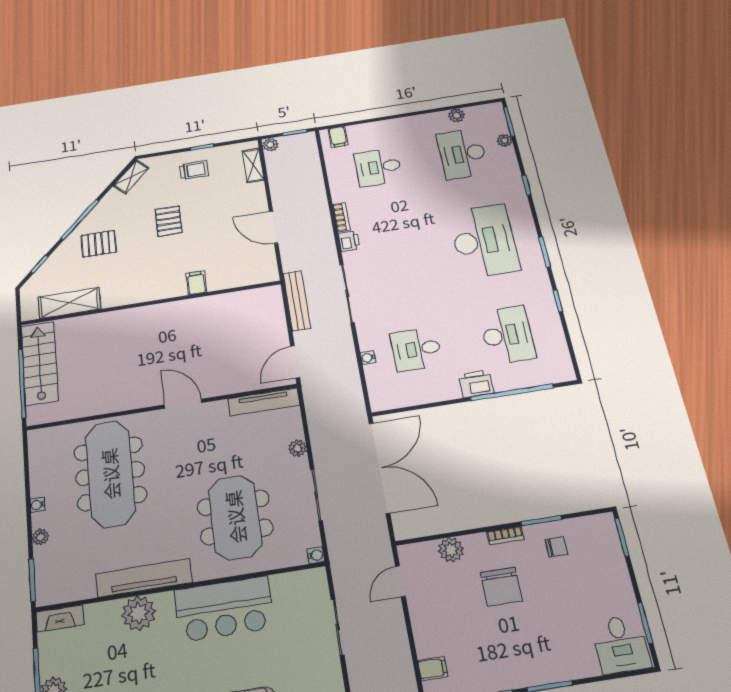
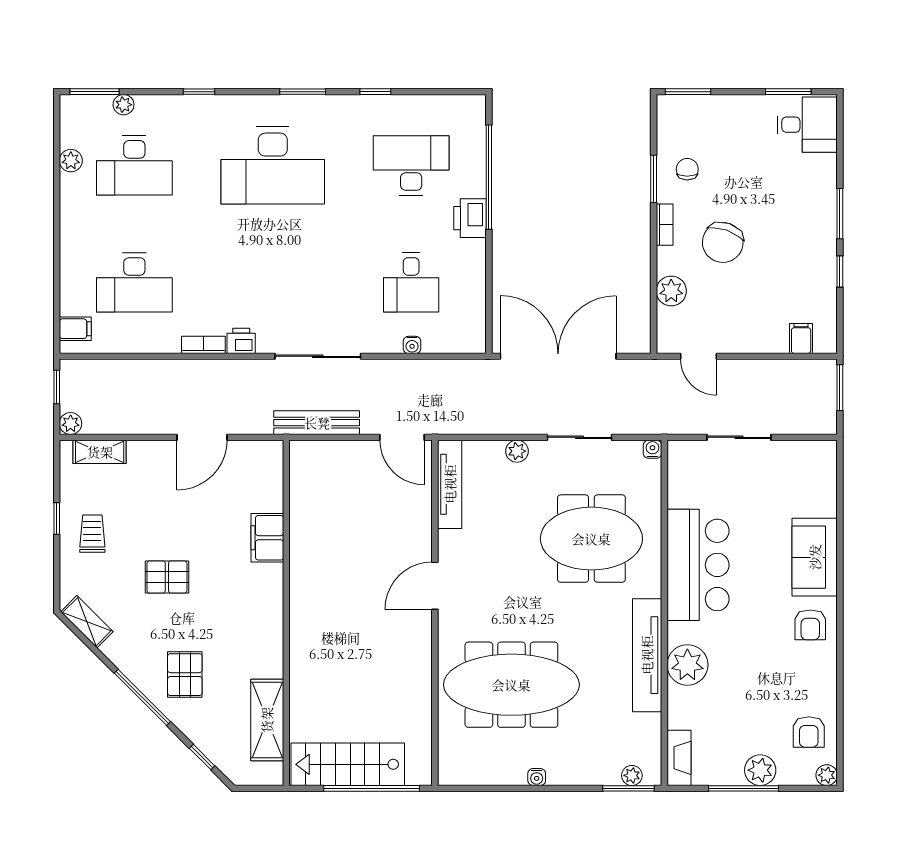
desk: (378, 167) -> (134, 282), width x1.37
desk: (484, 241) -> (273, 165), turned 180
filing cabinet: (196, 283) -> (267, 538), width x2.00
plant: (40, 537) -> (632, 775), moved
chair: (501, 587) -> (723, 242), turned 109

